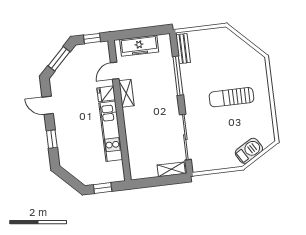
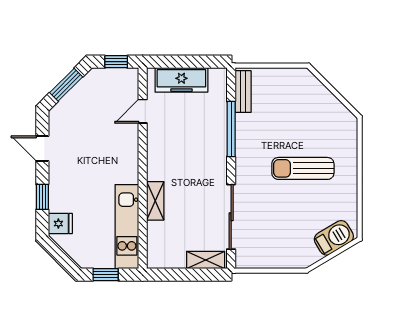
shelving: (126, 93) -> (155, 201), moved
fridge: (106, 94) -> (60, 224), moved, turned 180
kitchen unit: (111, 131) -> (127, 227), moved
barbecue: (249, 151) -> (334, 238), moved

